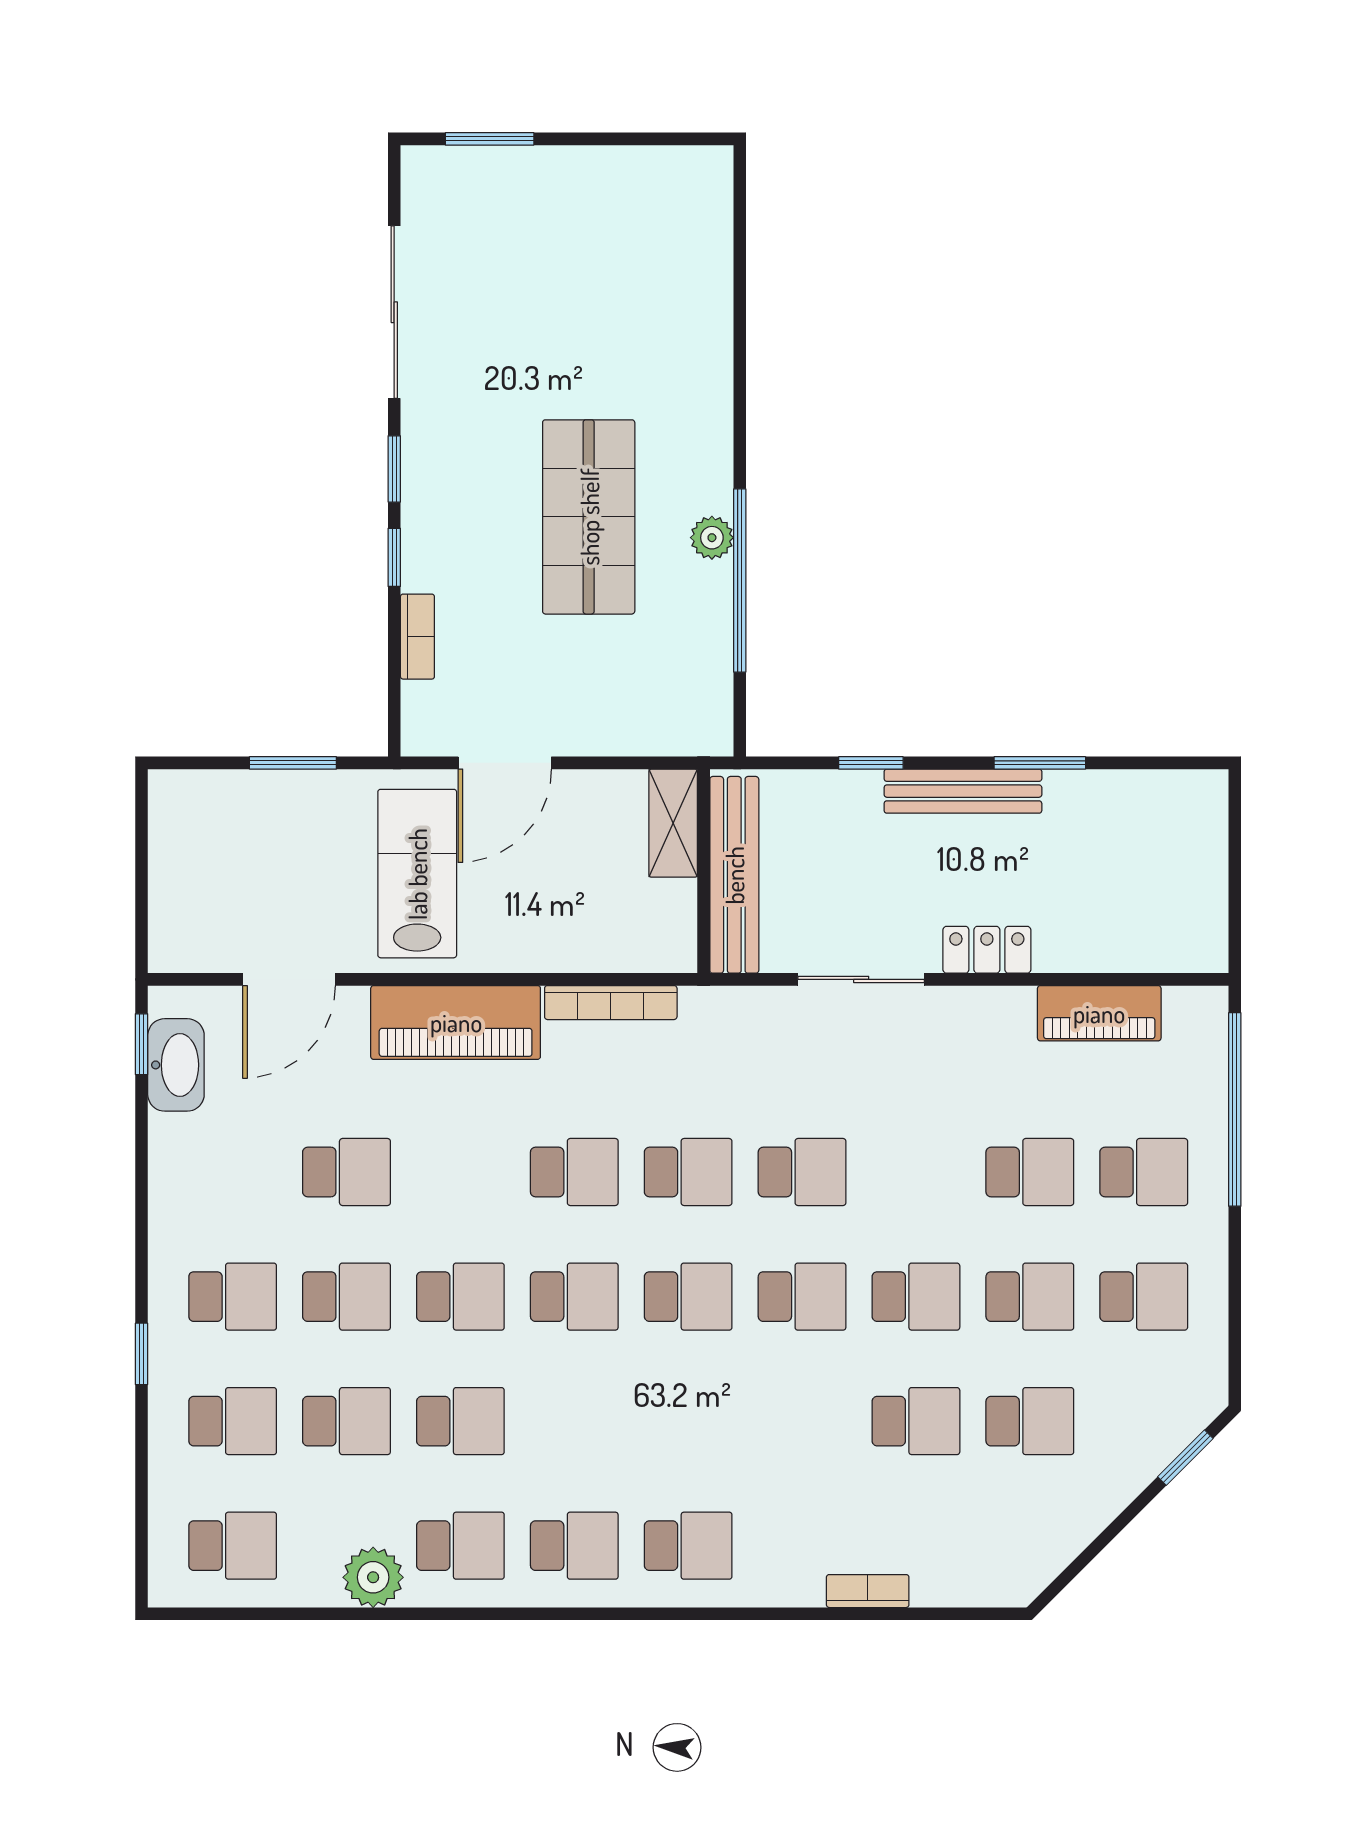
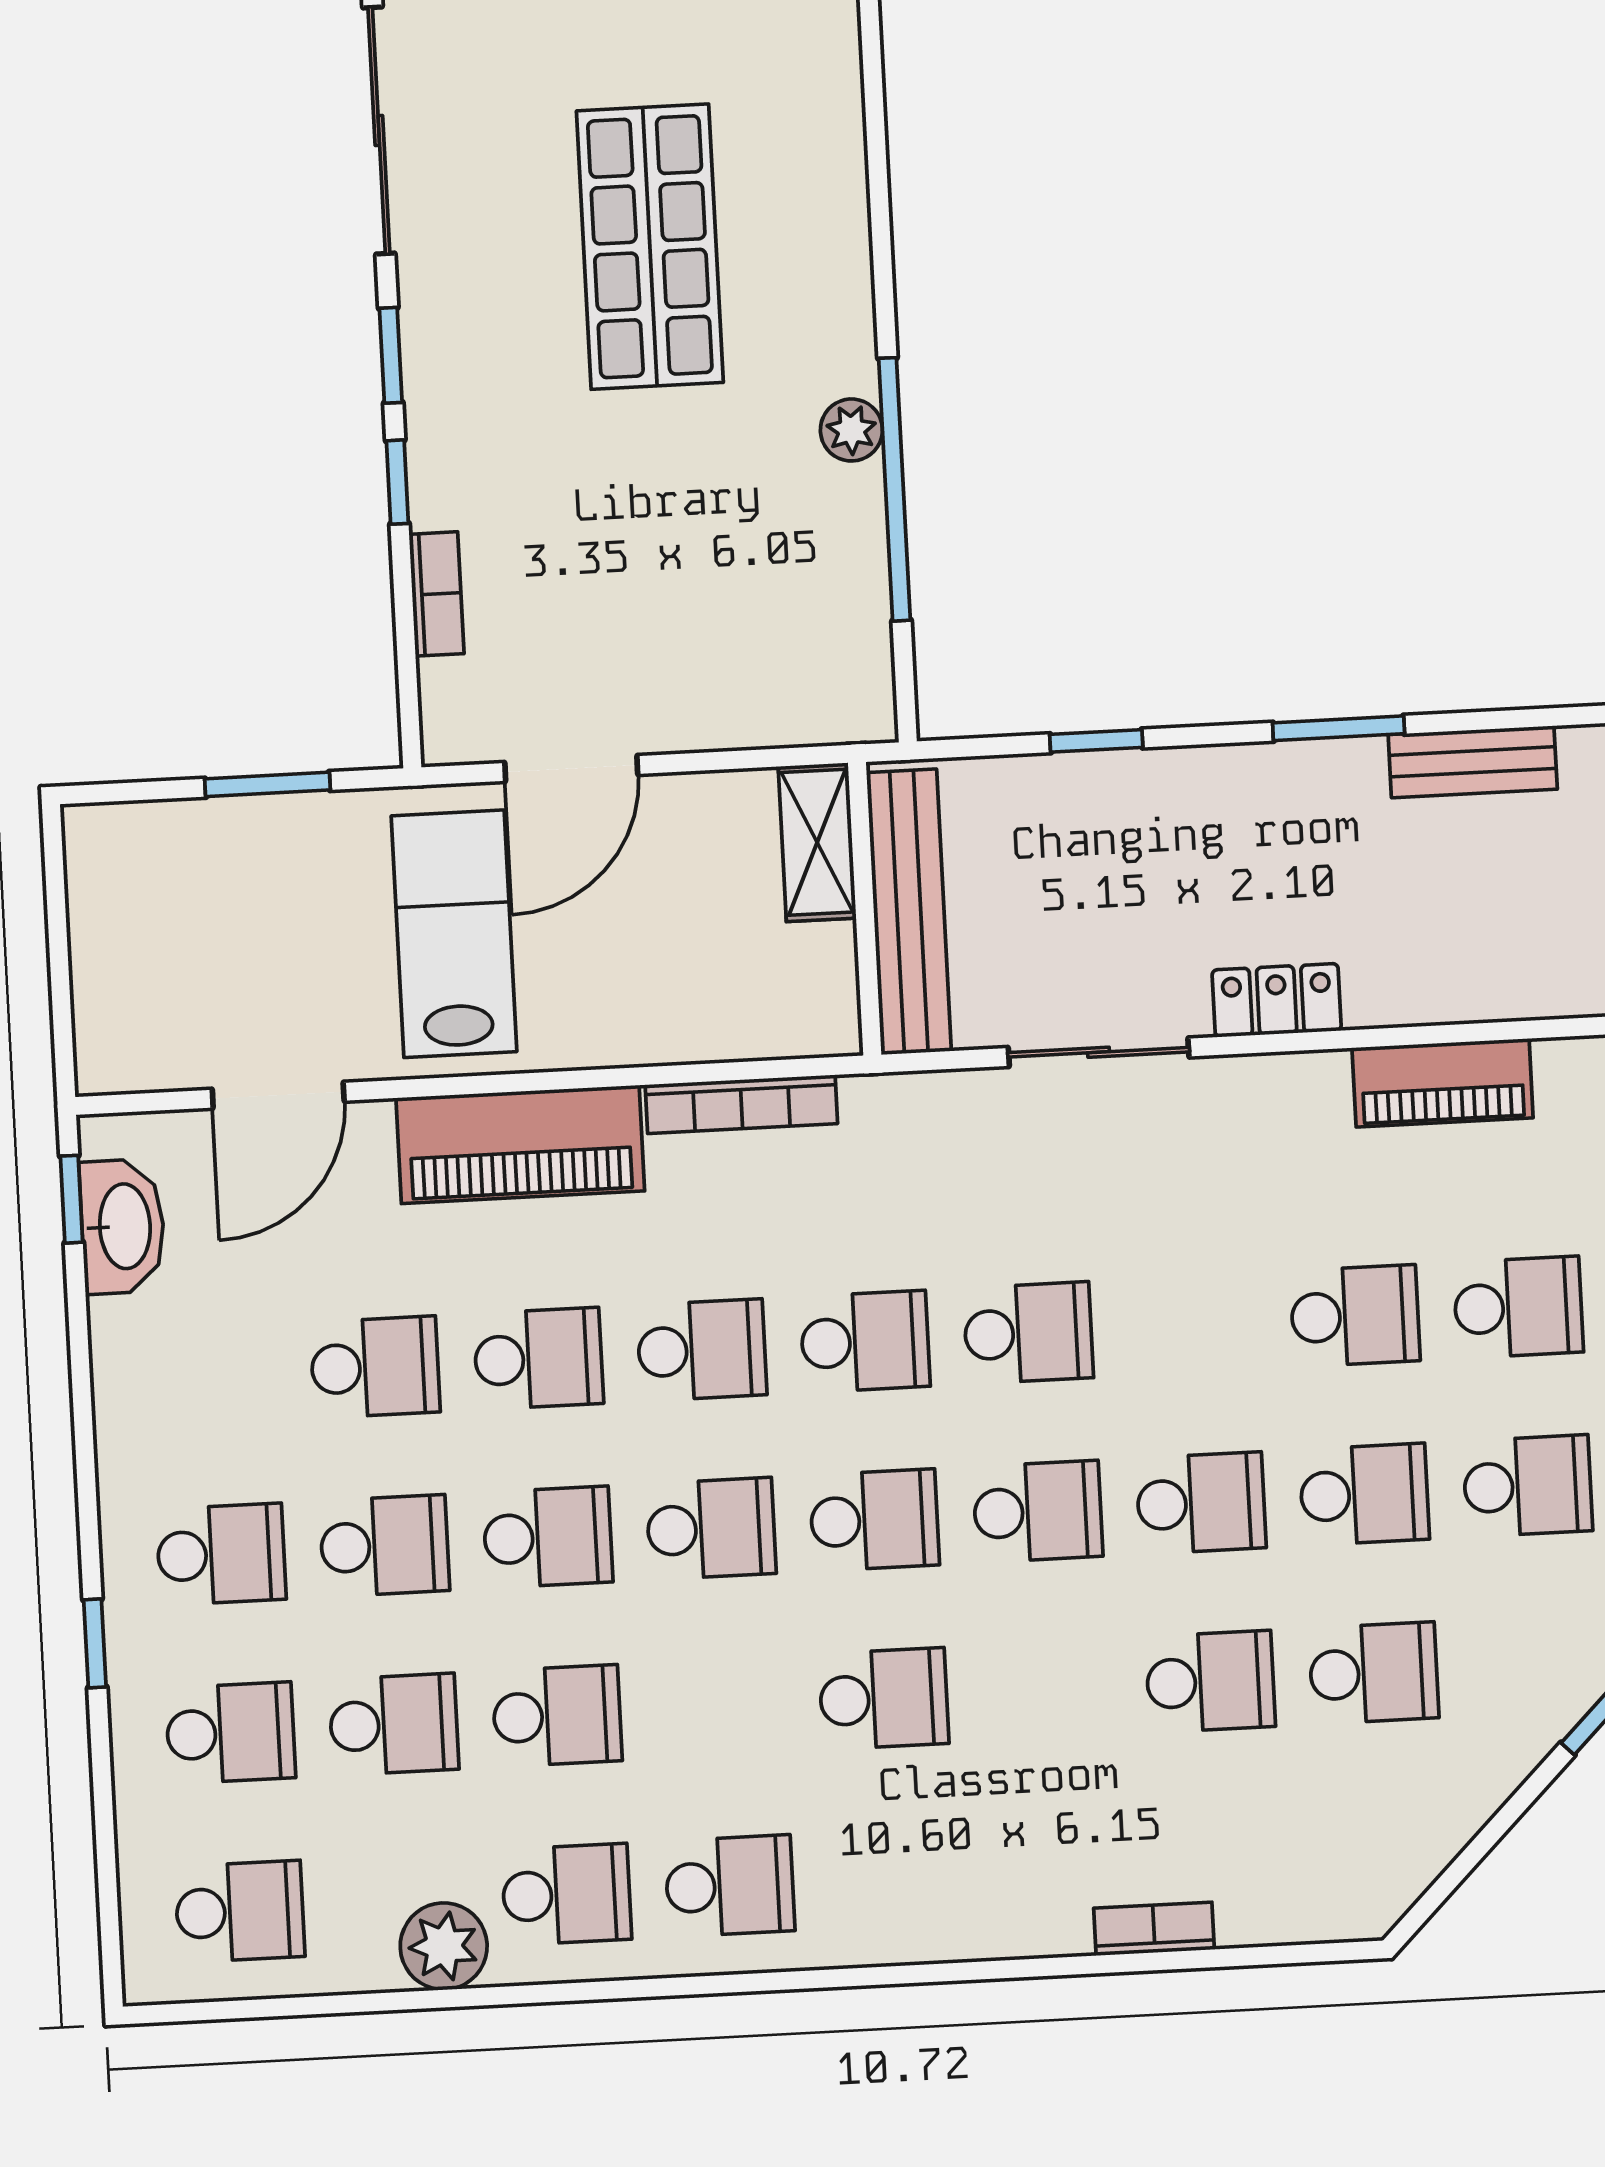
shop shelf: (589, 517) -> (650, 247), moved
bench: (963, 791) -> (1473, 762), moved, width x0.73
school desk: (460, 1172) -> (538, 1359), added
school desk: (688, 1546) -> (884, 1699), moved

